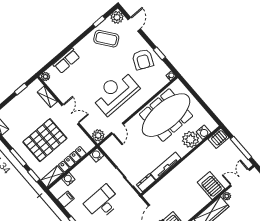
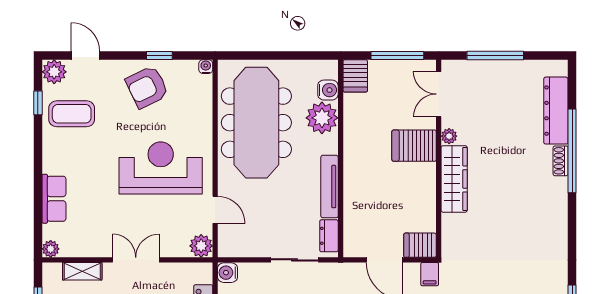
coffee table: (106, 39) -> (72, 114), turned 37
armchair: (143, 59) -> (147, 87), turned 129
reception desk: (115, 93) -> (161, 168), turned 90

